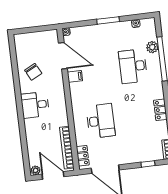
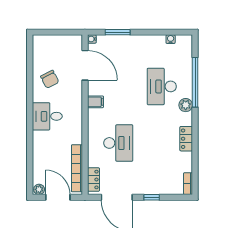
window: (108, 20) -> (118, 32), moved
plant: (152, 47) -> (186, 105), moved
filing cabinet: (75, 76) -> (95, 102), moved
window: (148, 164) -> (152, 197), moved

